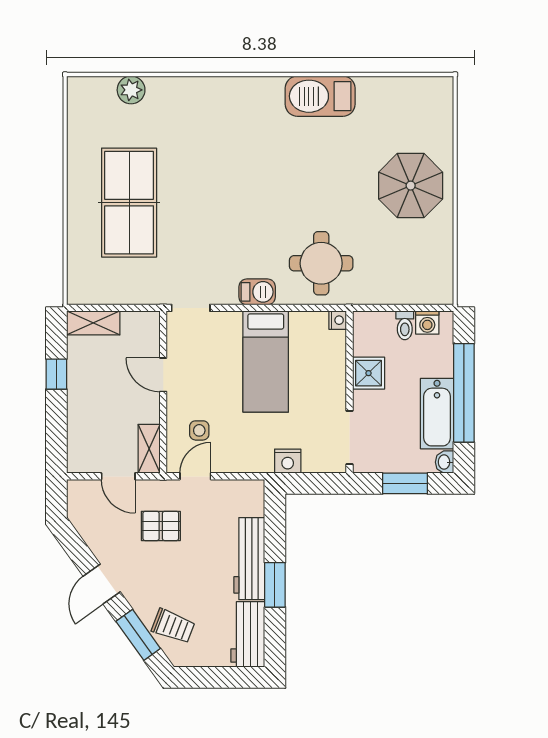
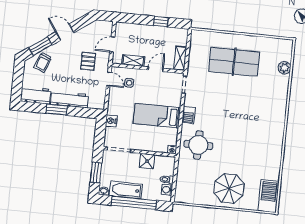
barbecue: (320, 96) -> (269, 196), moved
shelving: (93, 323) -> (180, 58), moved
shelving: (149, 449) -> (133, 61), moved

